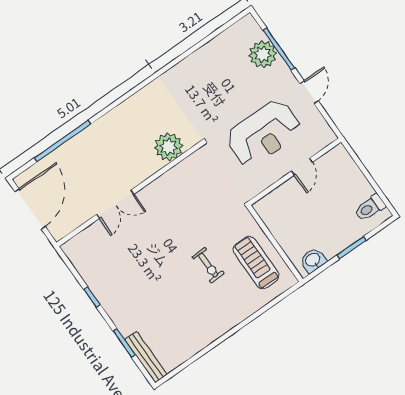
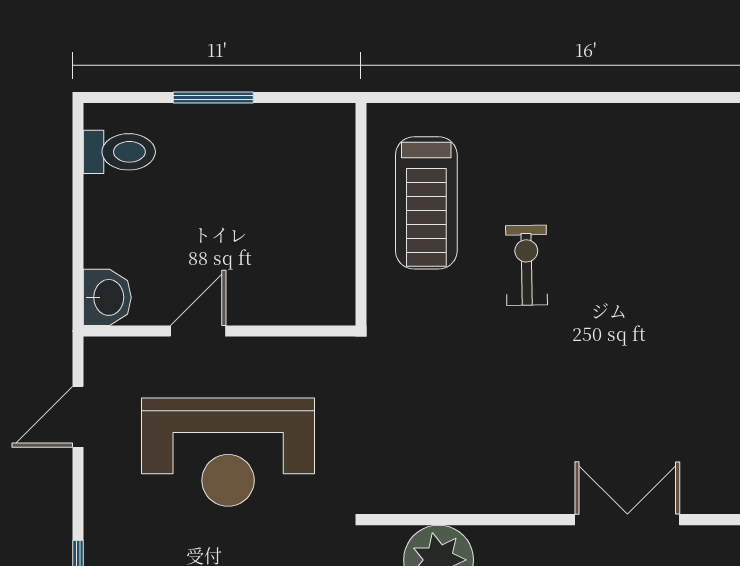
door: (309, 92) -> (78, 417), moved
reception desk: (264, 133) -> (228, 452), turned 180
washbasin: (313, 260) -> (107, 297), moved, turned -90

